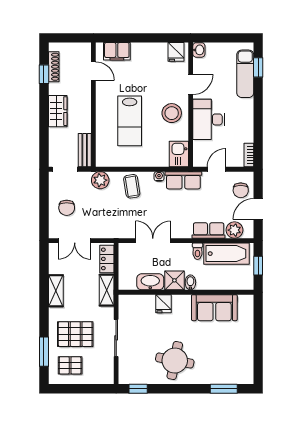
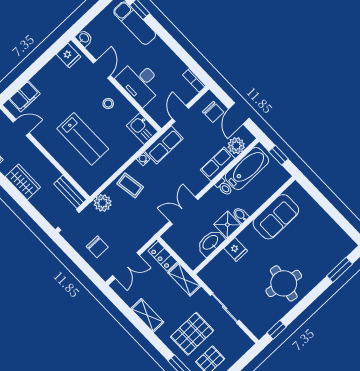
stool: (172, 113) -> (108, 104), width x0.53, depth x0.53

